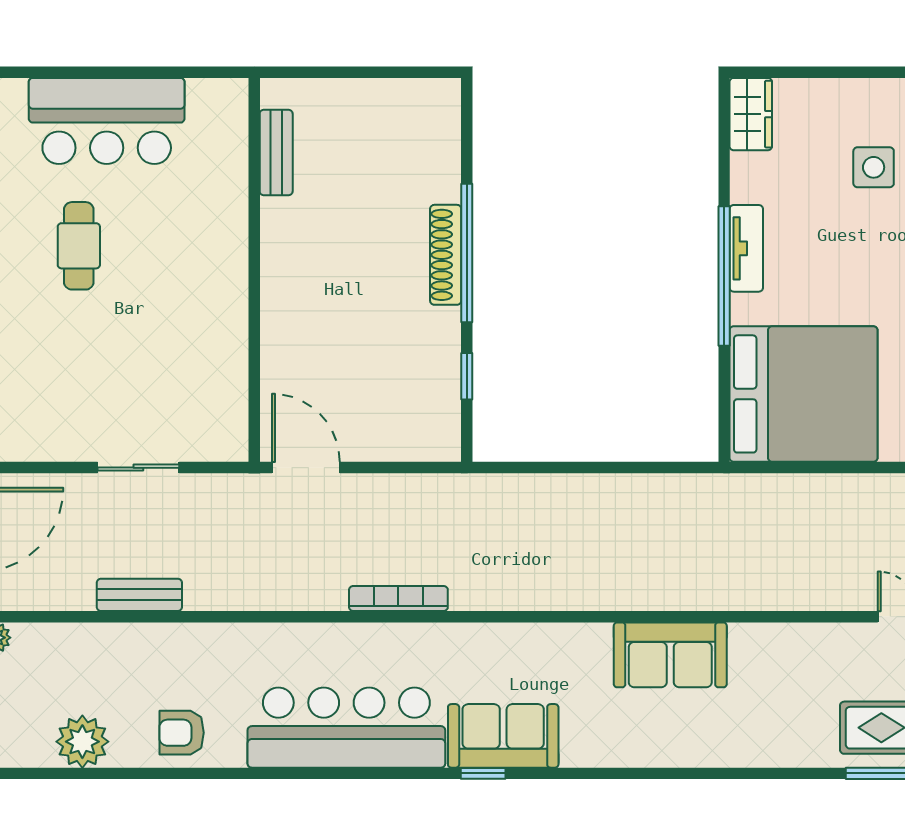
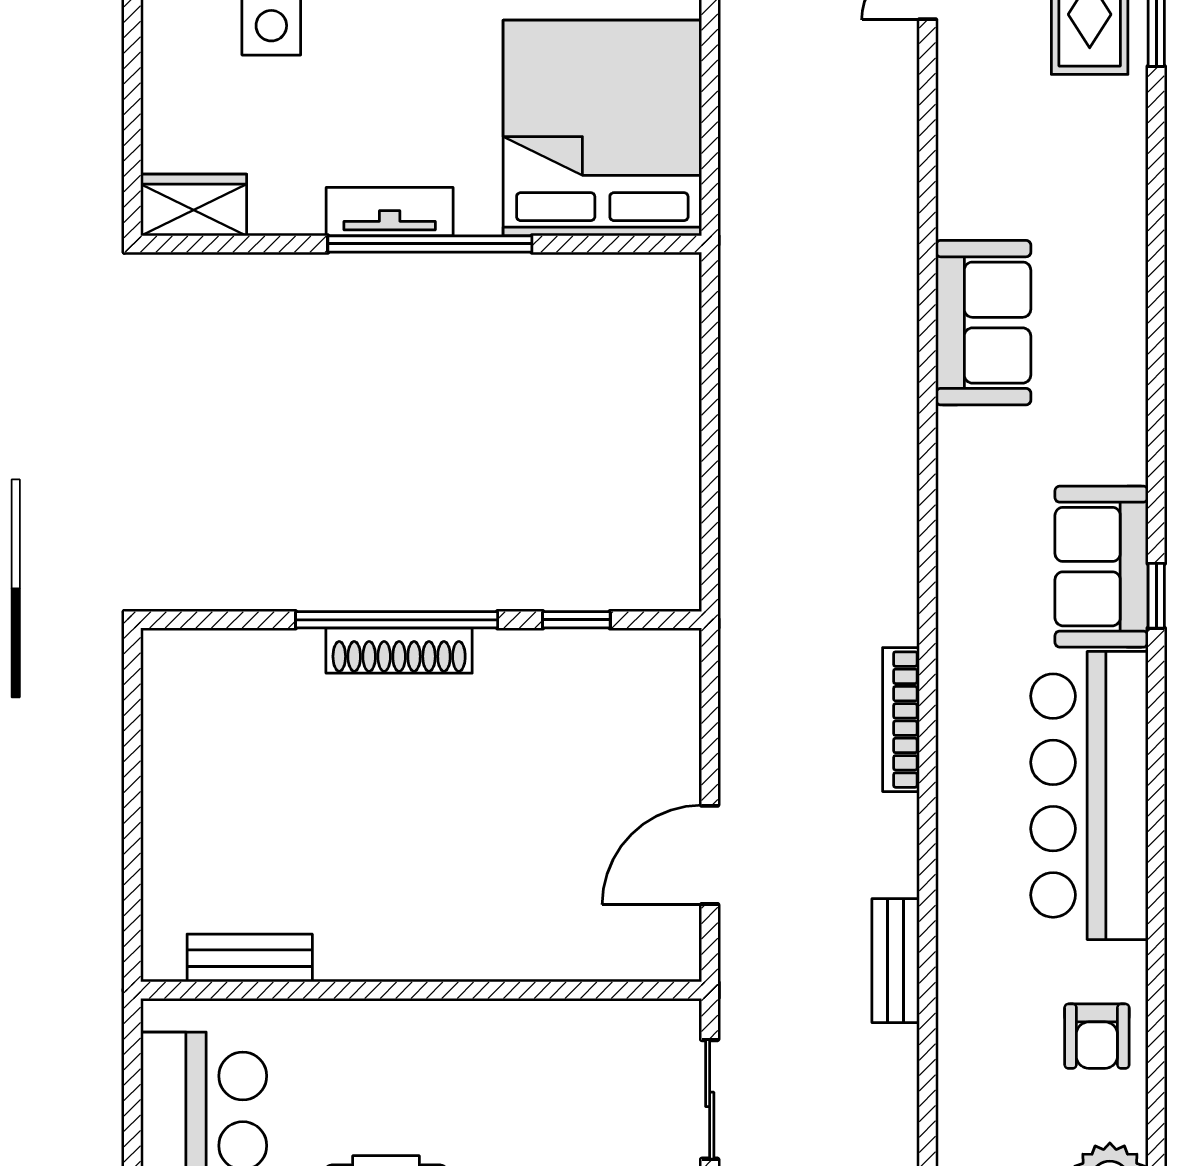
bench: (276, 152) -> (250, 958), moved
wall: (254, 270) -> (421, 990), moved
bench: (139, 595) -> (896, 961), moved

